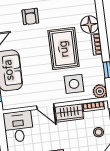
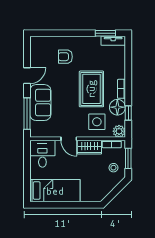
armchair: (30, 17) -> (65, 57), turned 90
floor lamp: (90, 25) -> (117, 107), moved

